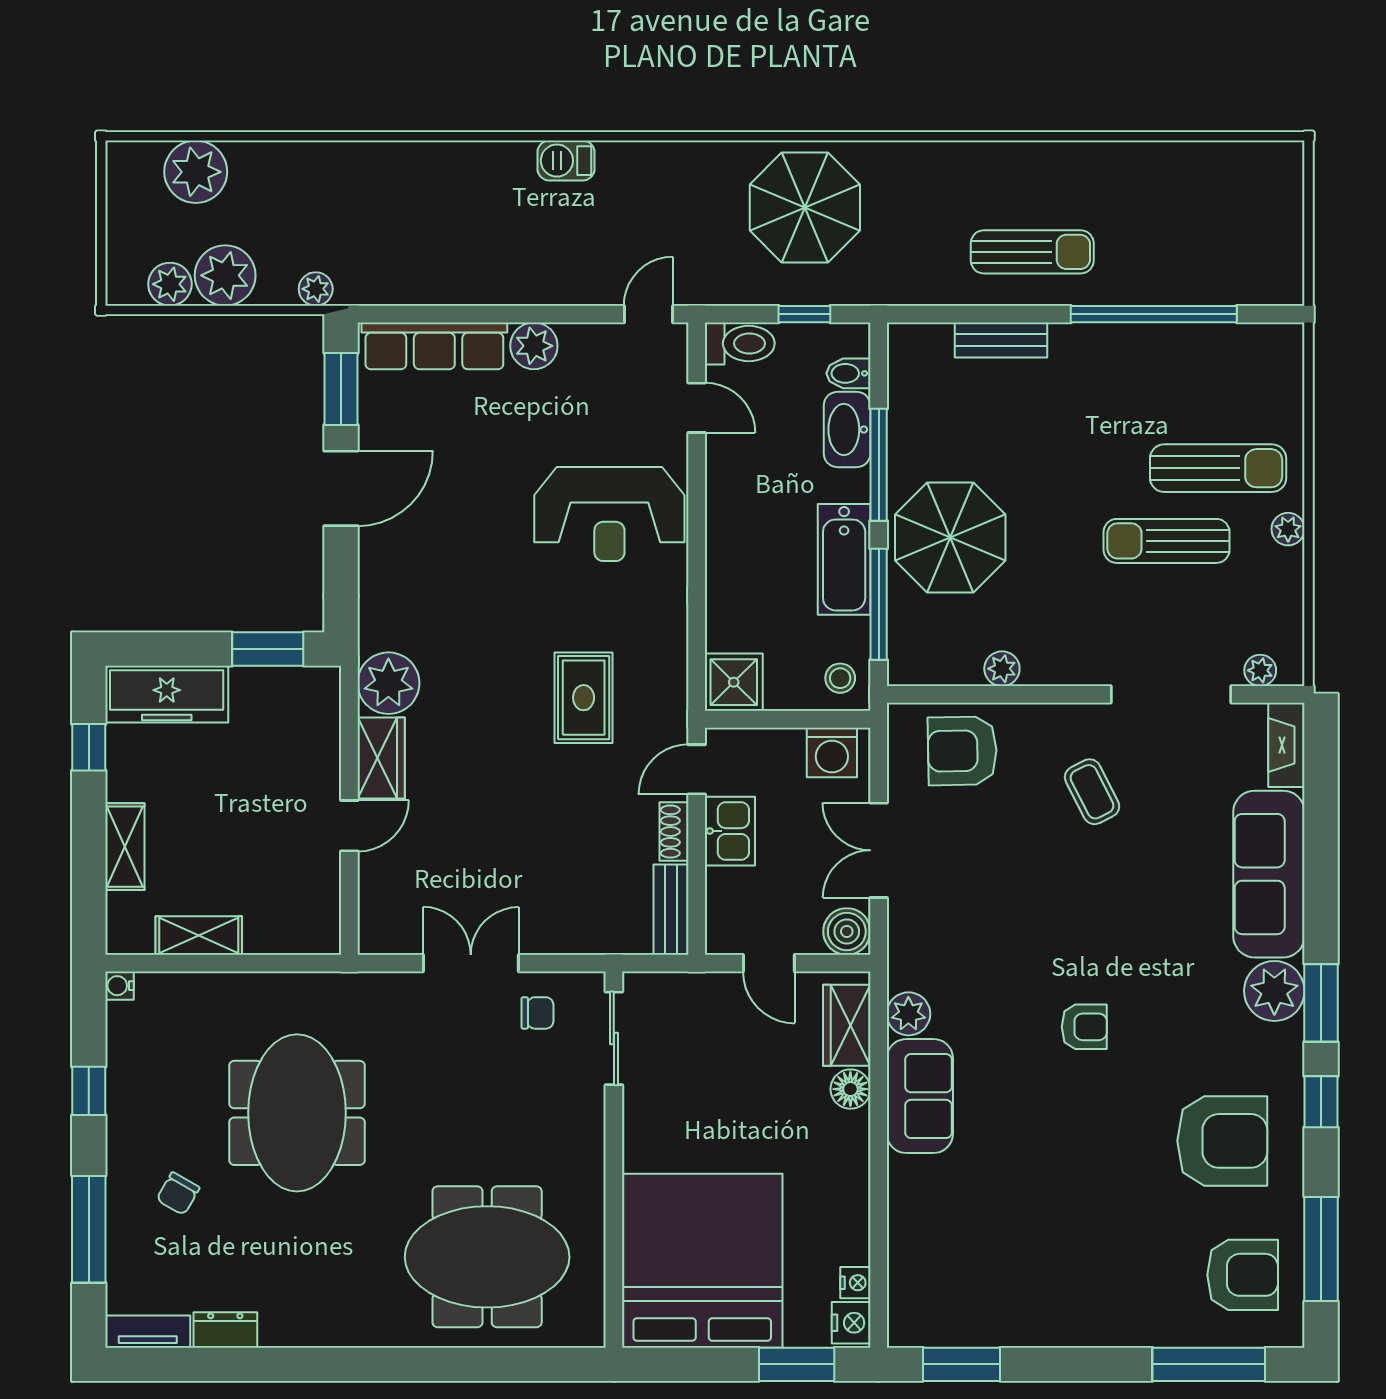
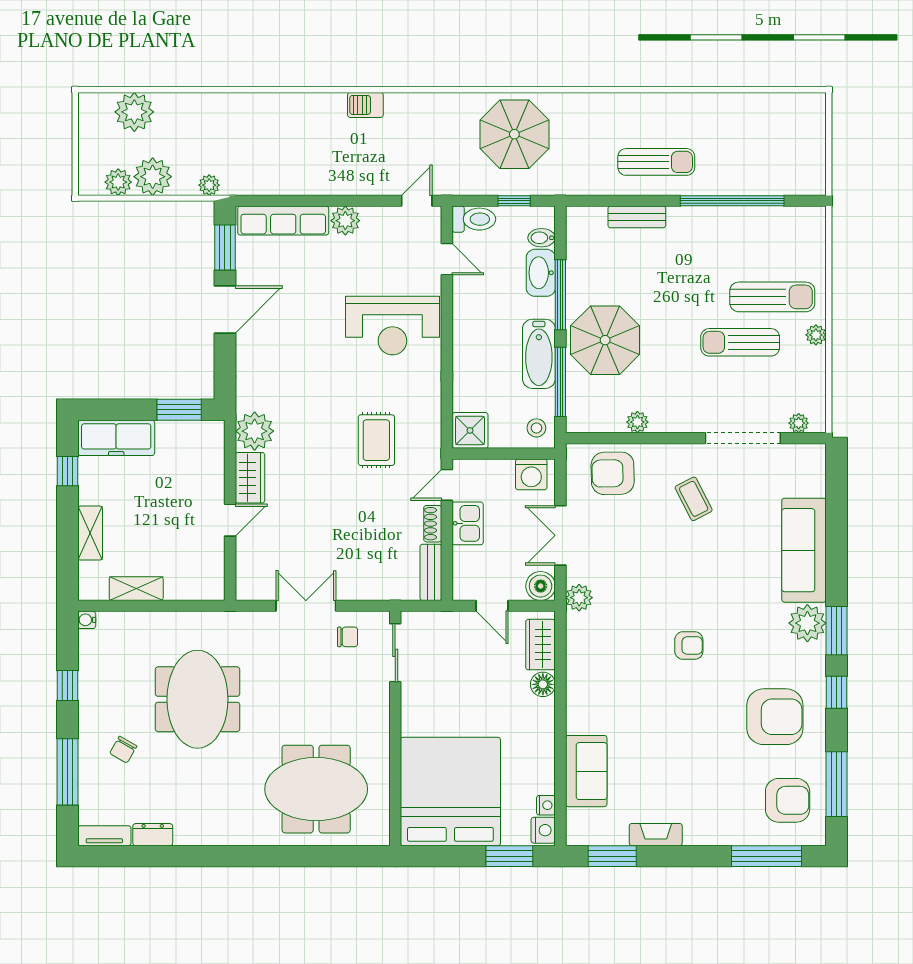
fireplace: (1286, 745) -> (656, 835), moved, turned 90
plant: (908, 1014) -> (579, 598), moved
sofa: (920, 1096) -> (586, 771), moved

